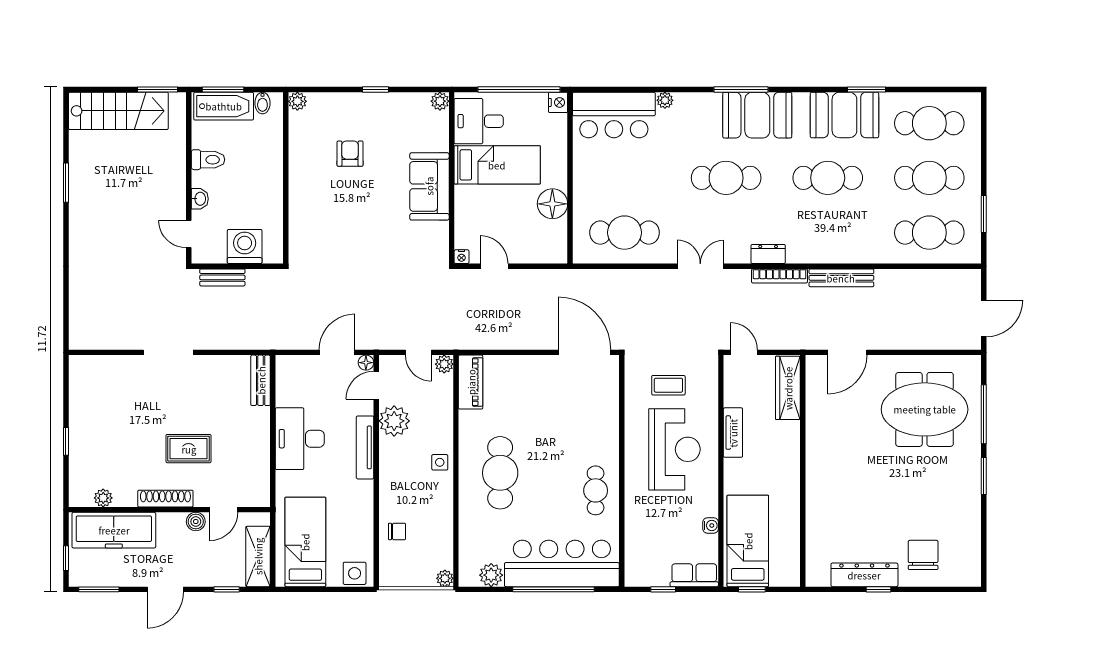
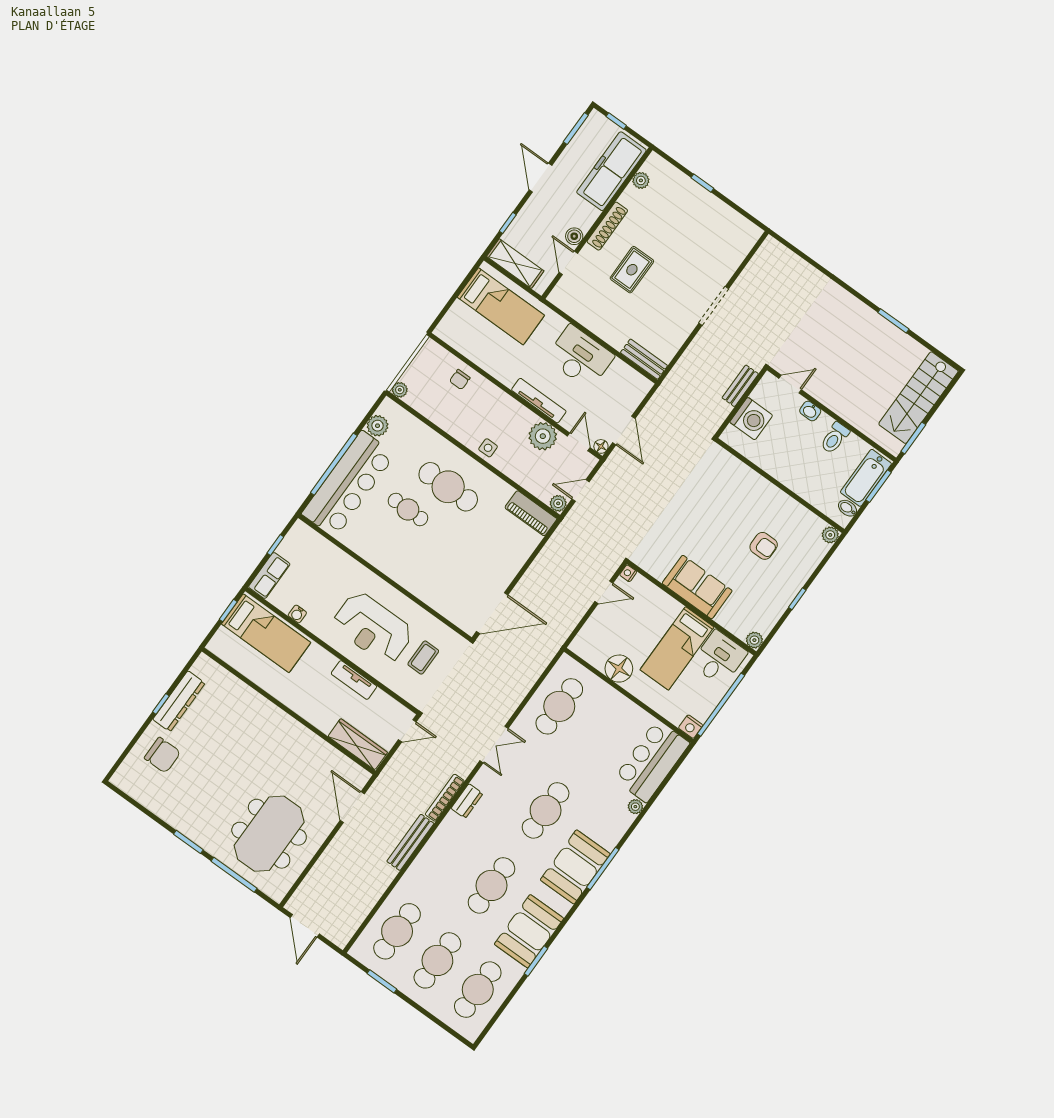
cafe table: (596, 490) -> (408, 510), moved
side table: (355, 573) -> (451, 326), removed

